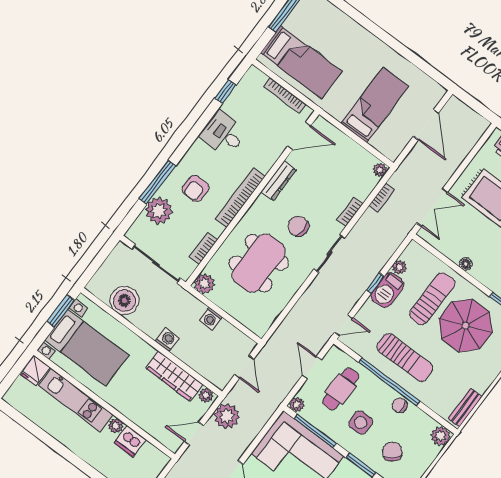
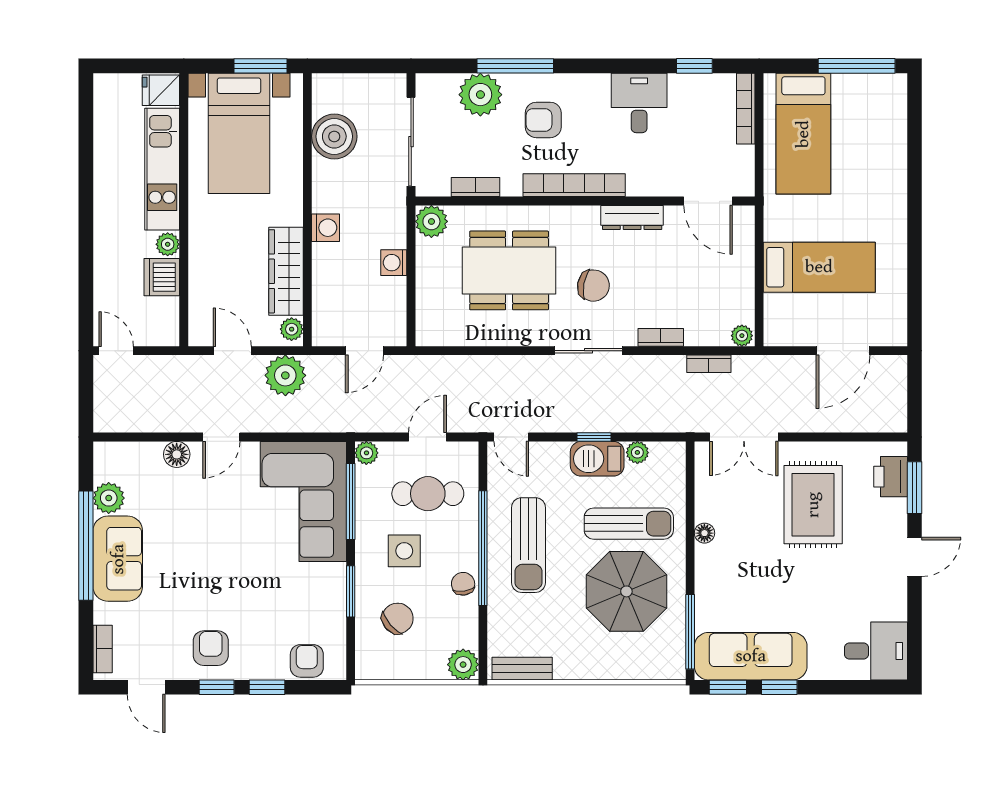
bookcase: (285, 95) -> (746, 109), moved
chair: (298, 226) -> (593, 286), turned 100

